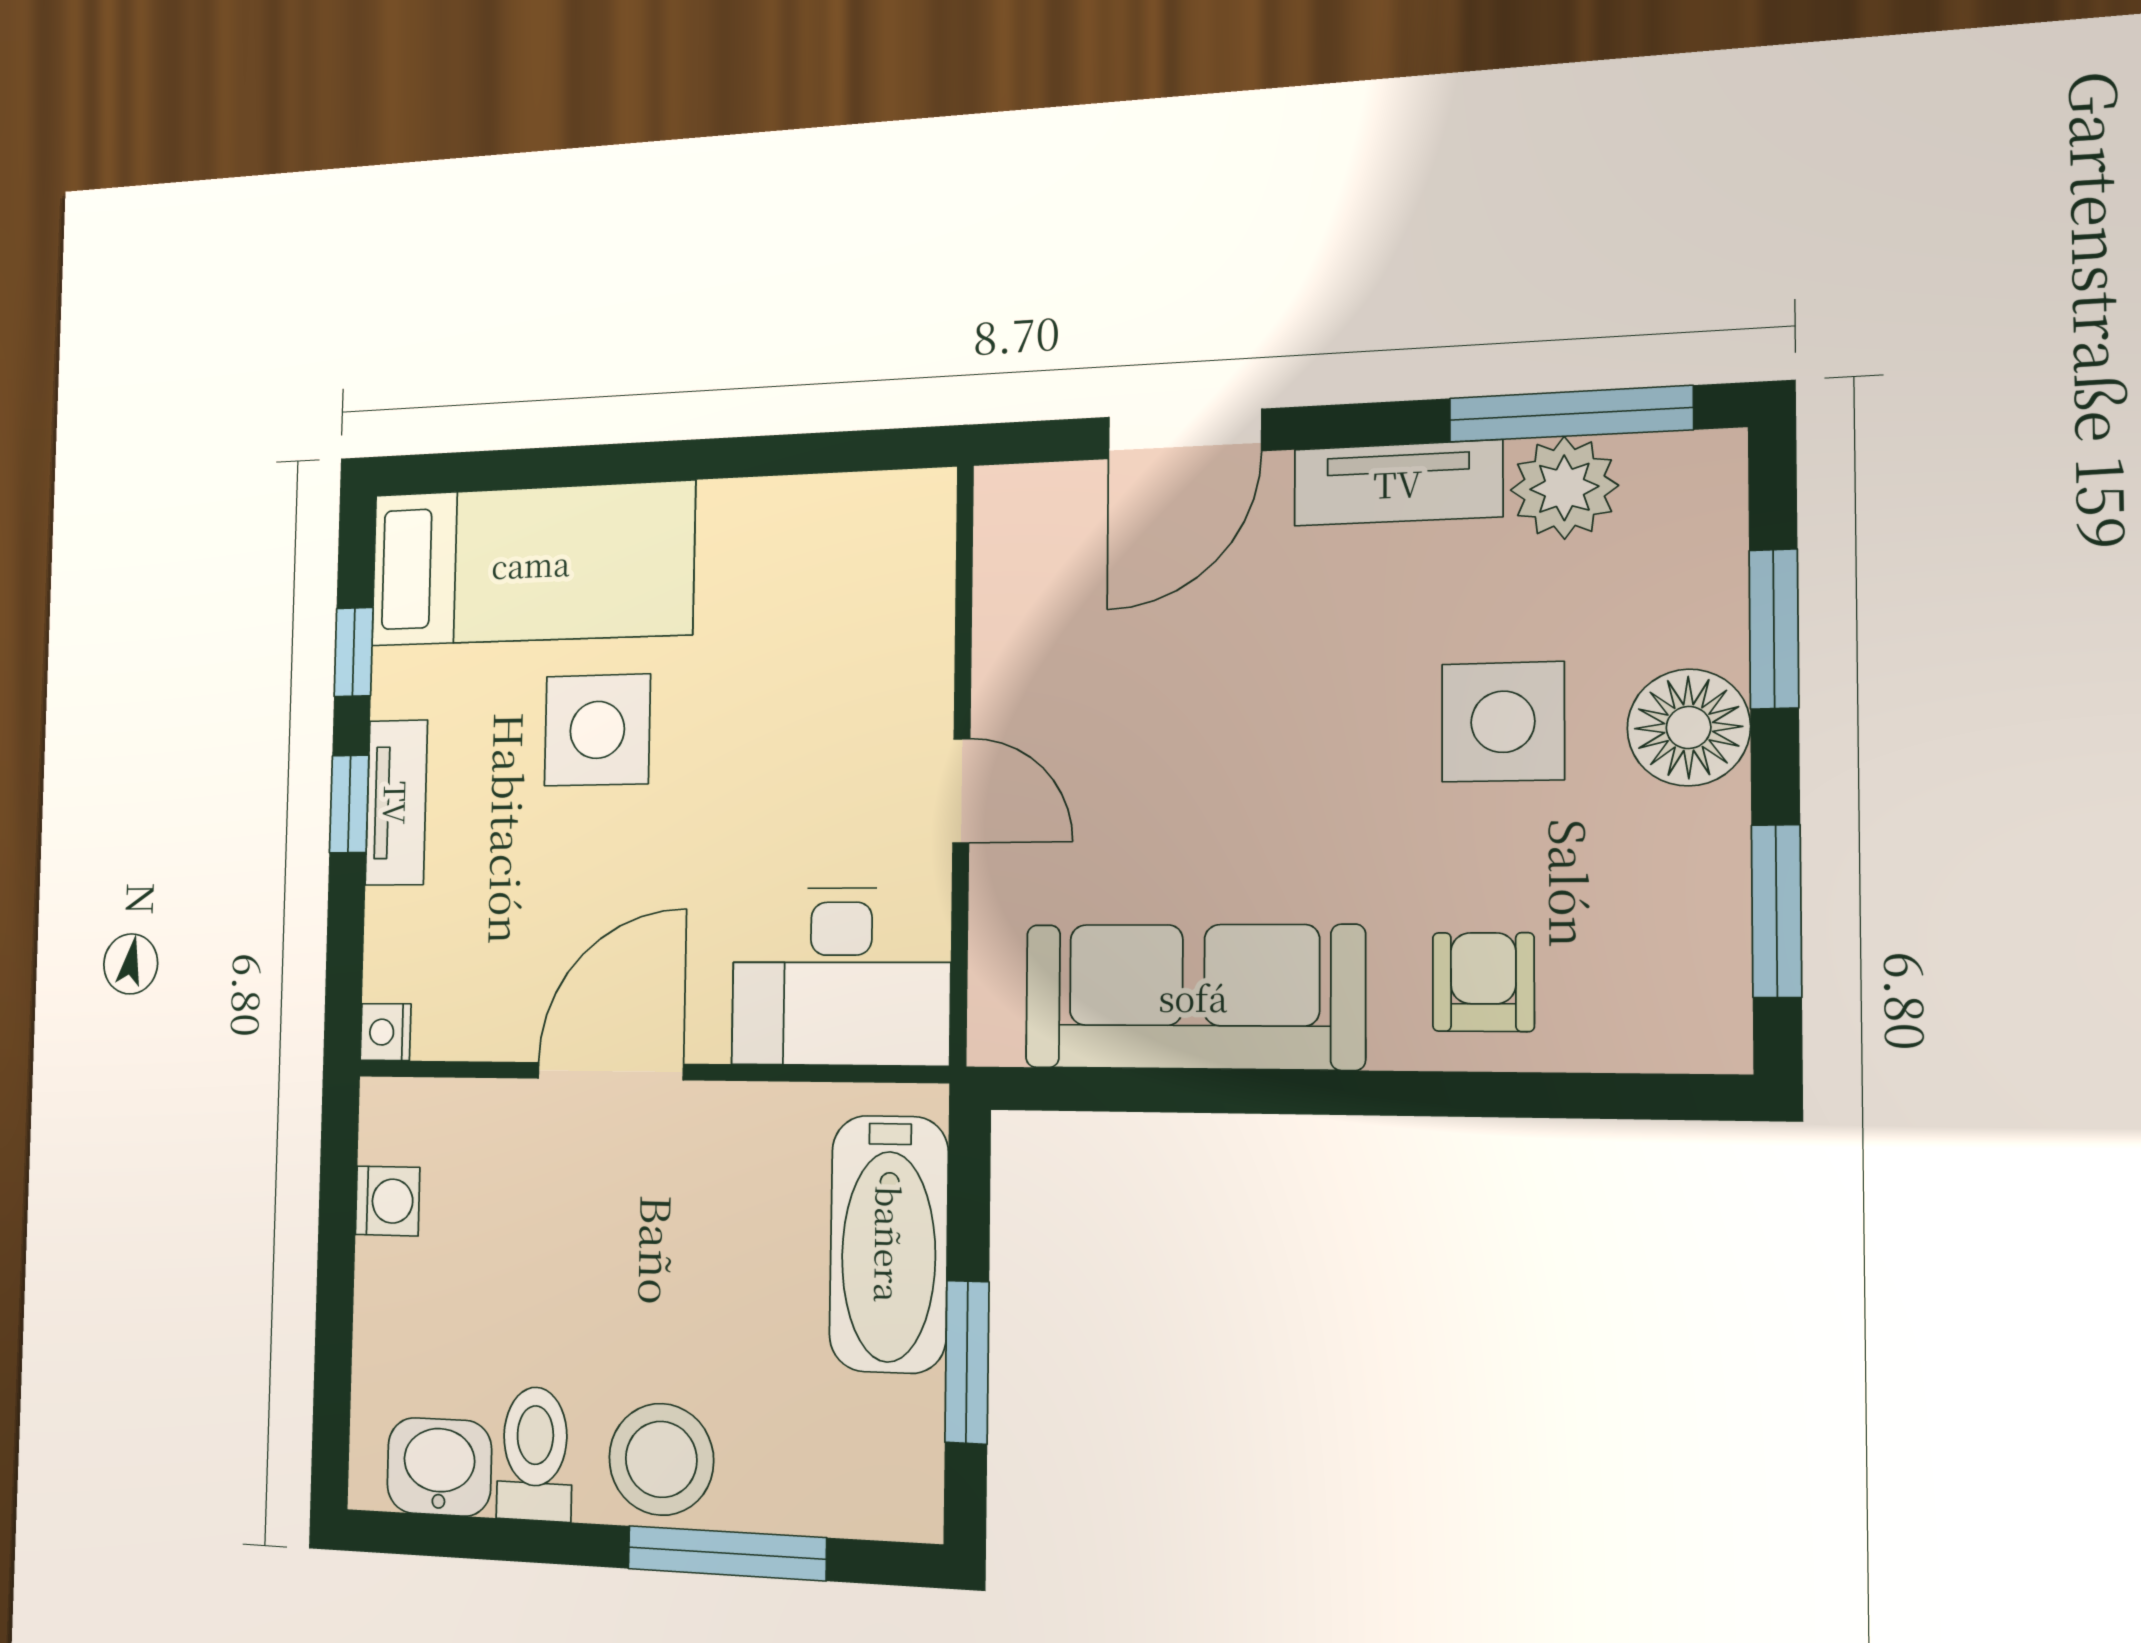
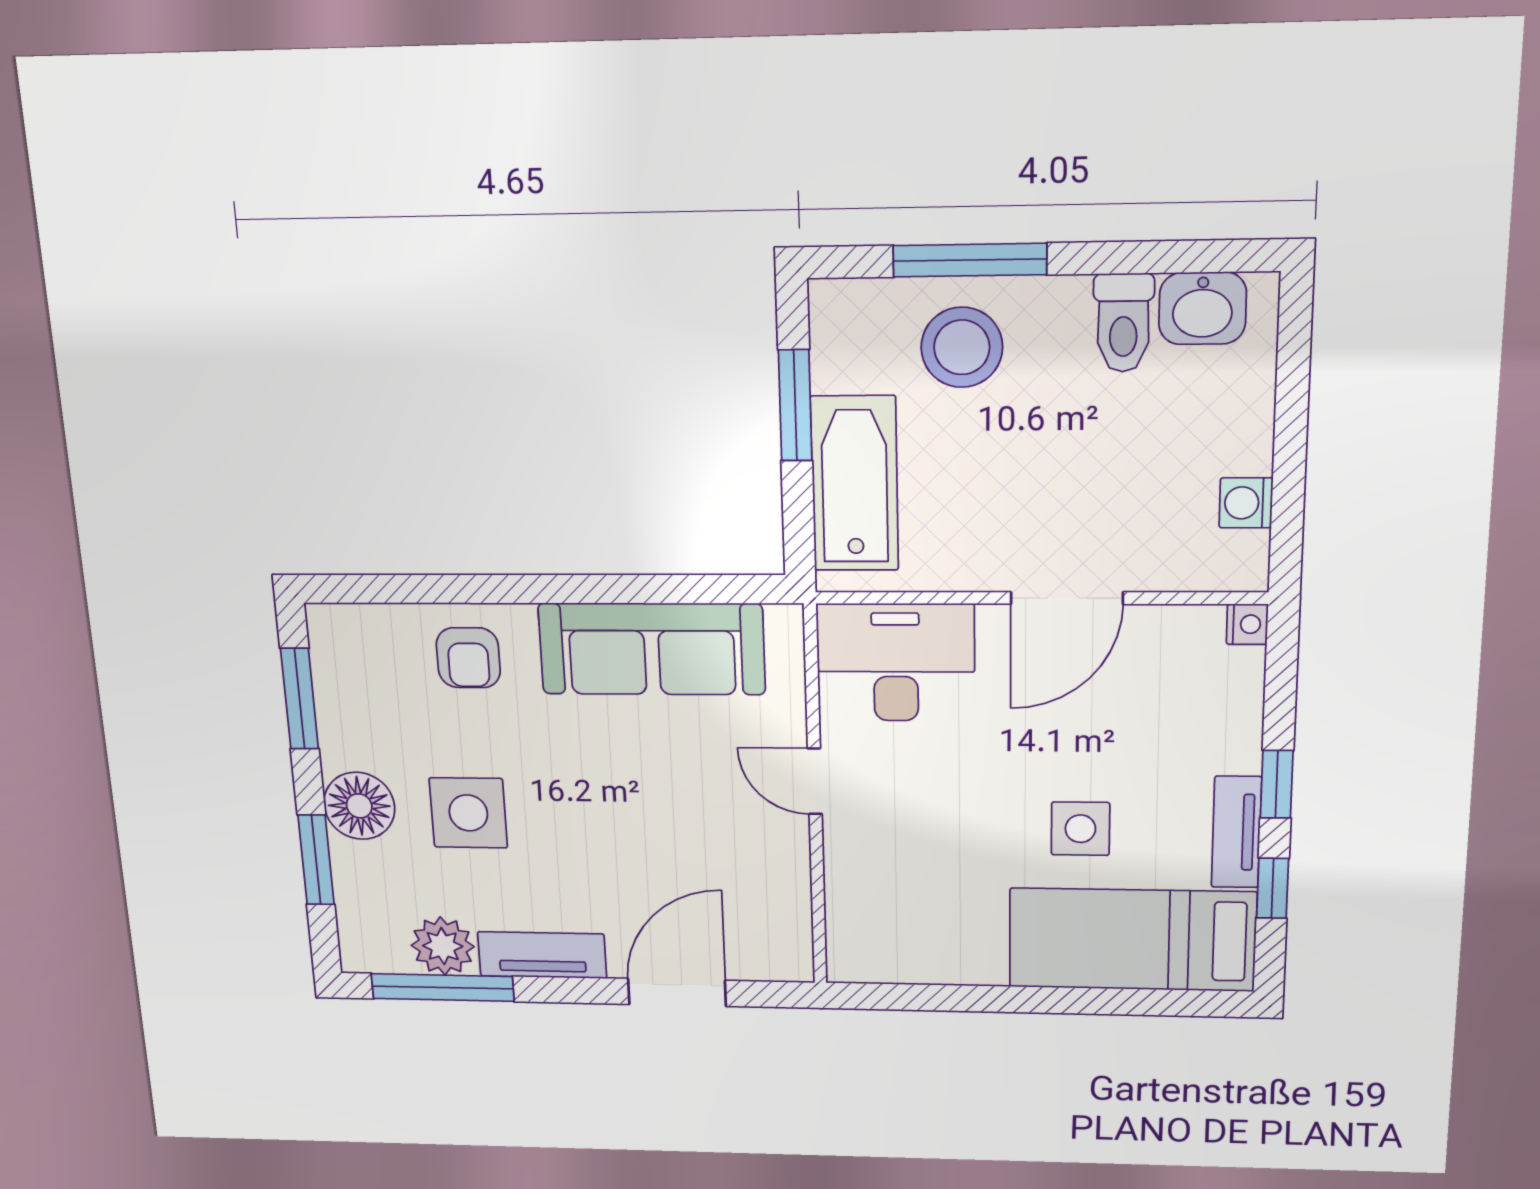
side table: (597, 730) -> (1080, 829), width x0.73, depth x0.73
tv unit: (396, 803) -> (1236, 832), moved
stool: (661, 1459) -> (962, 347), moved

